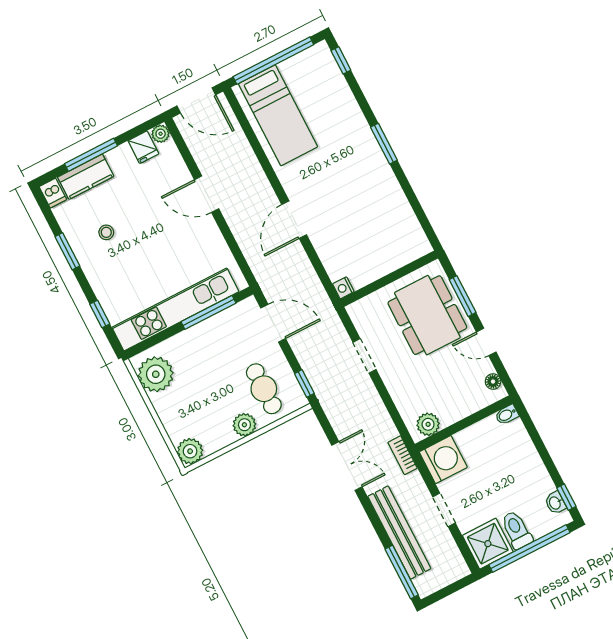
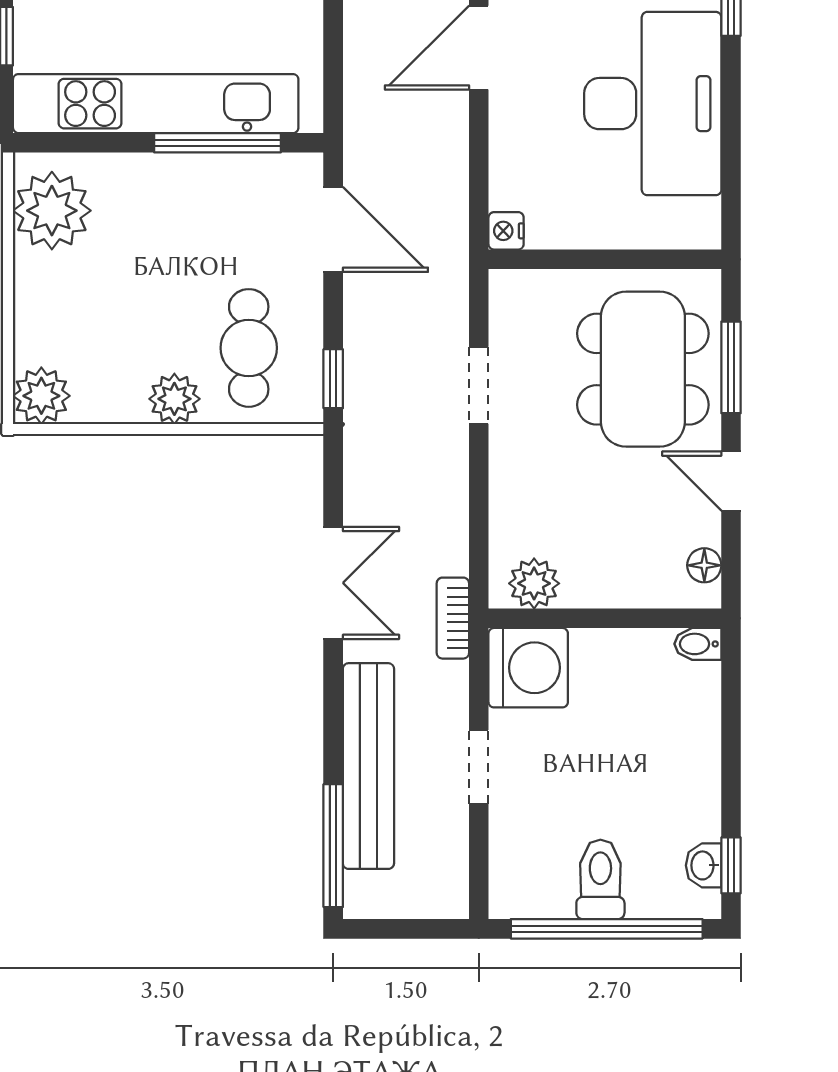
desk: (376, 206) -> (653, 104), added
shower: (488, 544) -> (530, 877), removed

